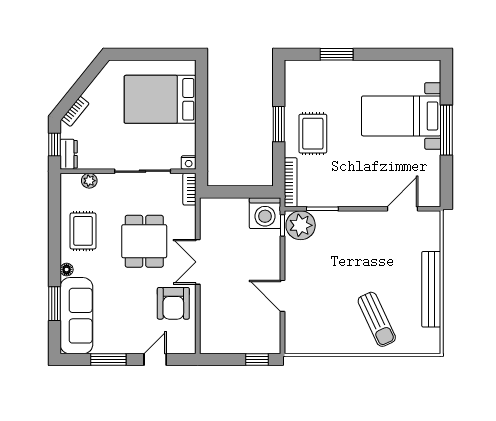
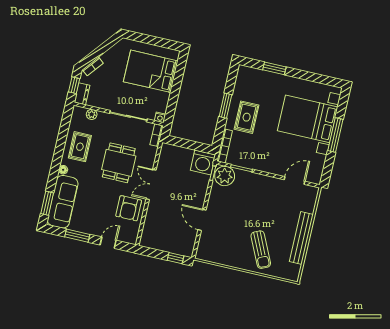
bed with nightstands: (401, 116) -> (308, 119), width x1.36
window: (55, 304) -> (47, 203), moved

